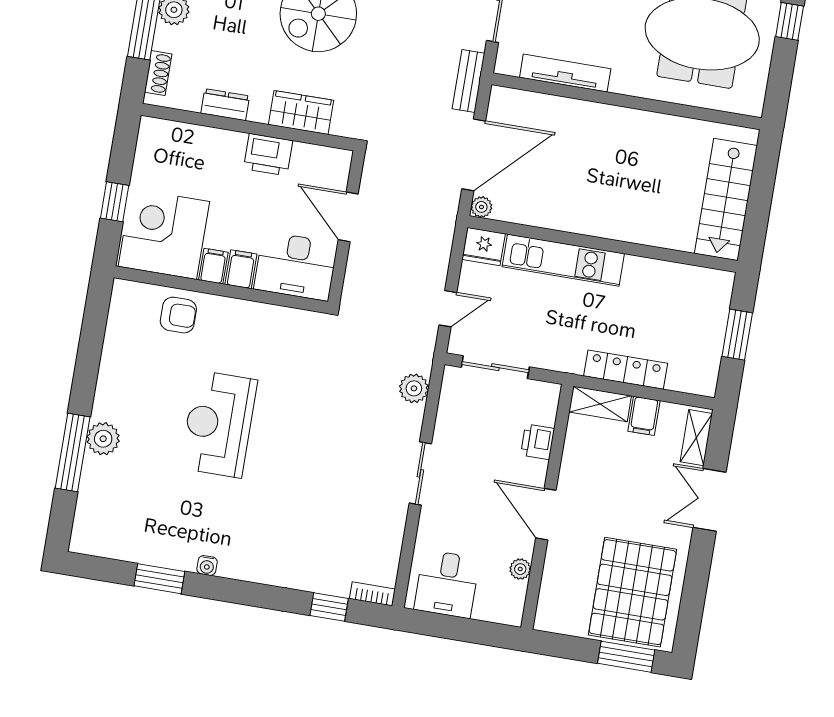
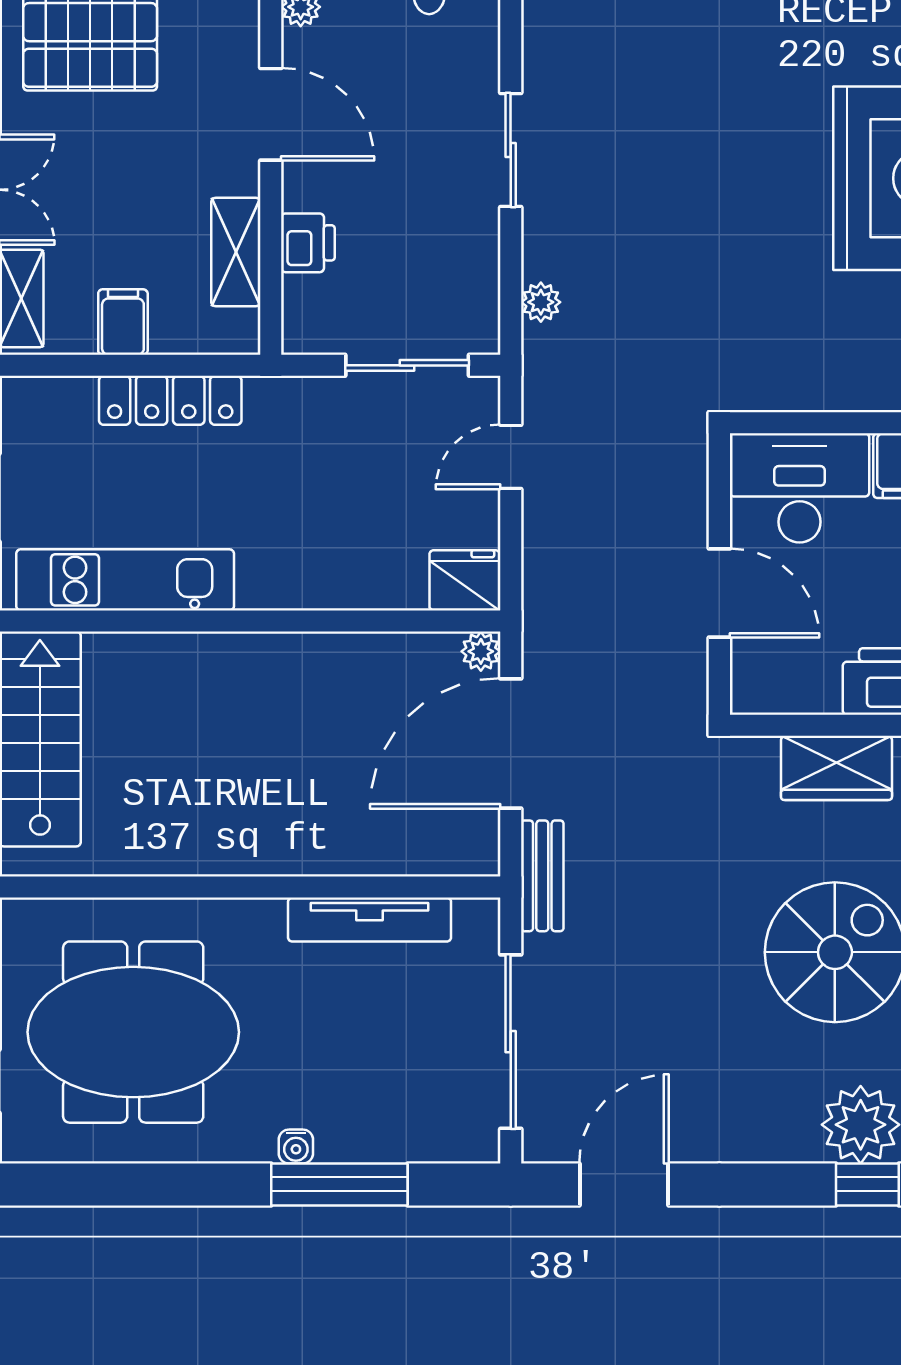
kitchen unit: (563, 260) -> (125, 580), moved
plant: (414, 388) -> (541, 302), width x0.73, depth x0.73
shelving: (600, 404) -> (236, 252), moved, turned 90

